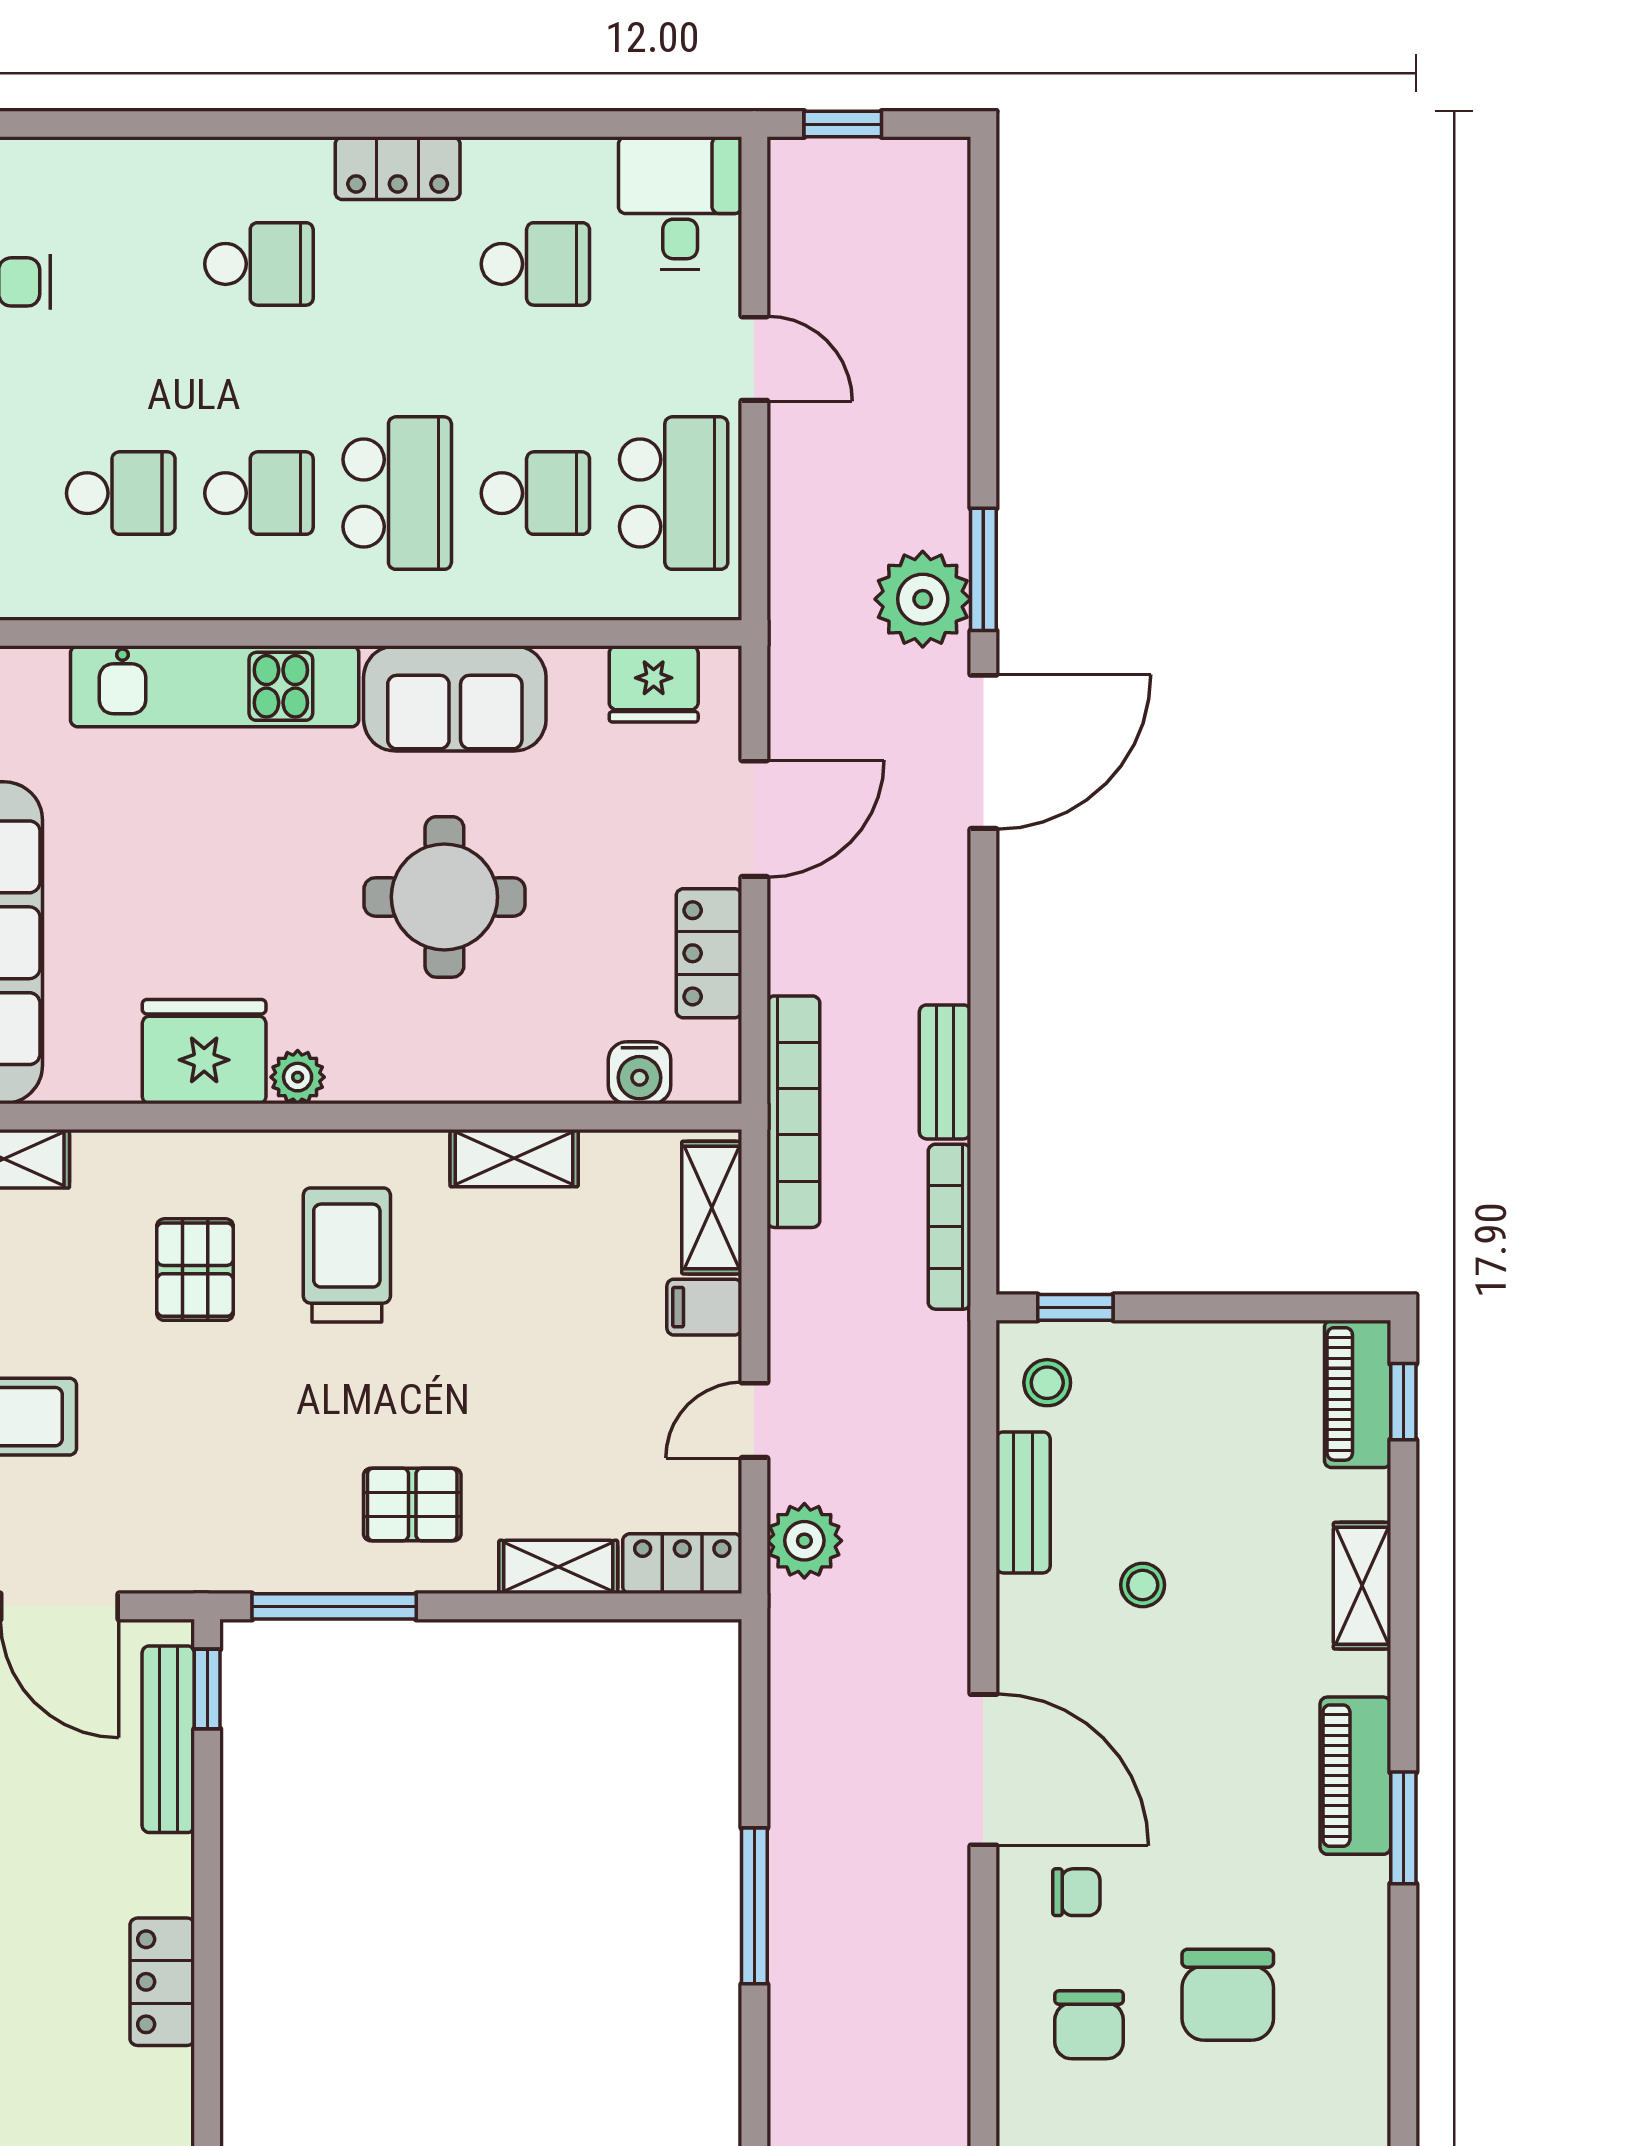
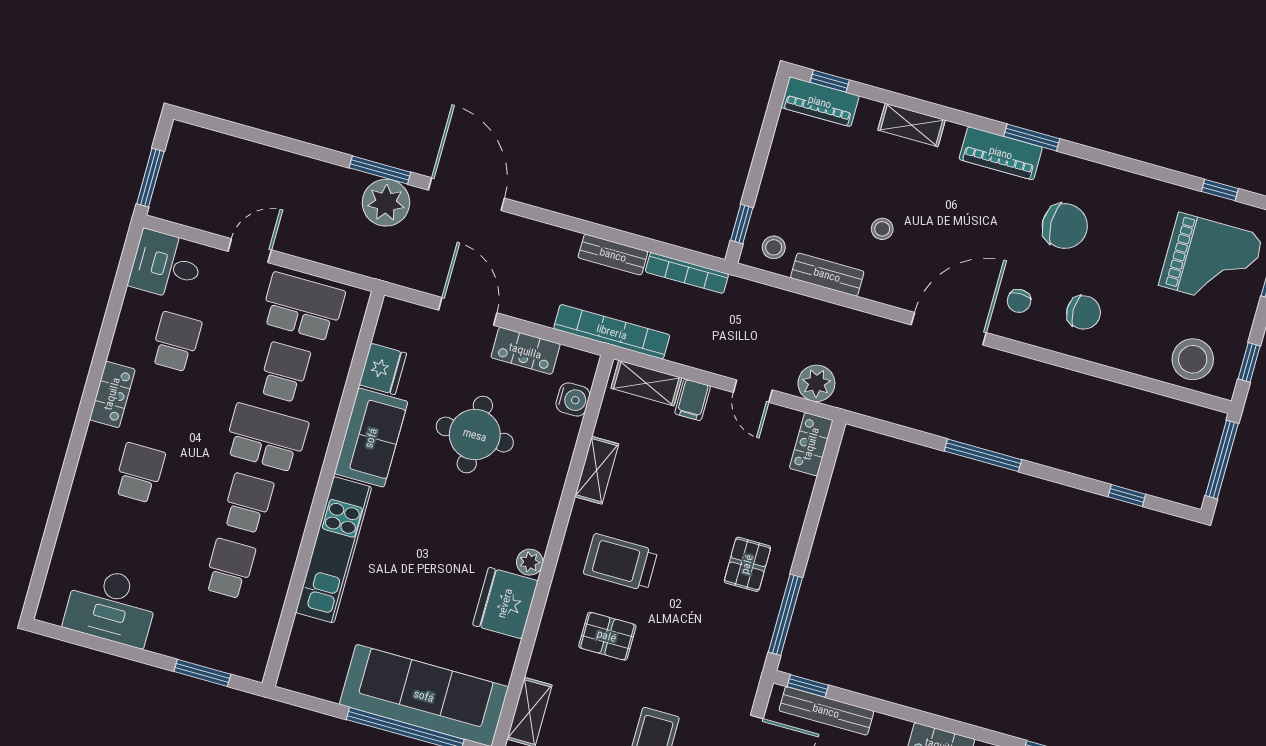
window: (843, 124) -> (150, 178), width x1.50
fridge: (654, 684) -> (383, 369), moved
round table: (444, 897) -> (475, 435), moved
shelving: (558, 1567) -> (796, 503), removed
chair: (1076, 1892) -> (1019, 301), turned 180
chair: (1228, 1995) -> (1065, 226), moved

